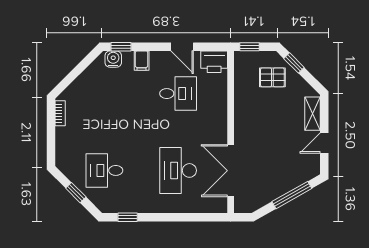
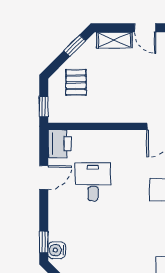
filing cabinet: (142, 61) -> (58, 220), removed
window: (294, 63) -> (75, 46), moved

